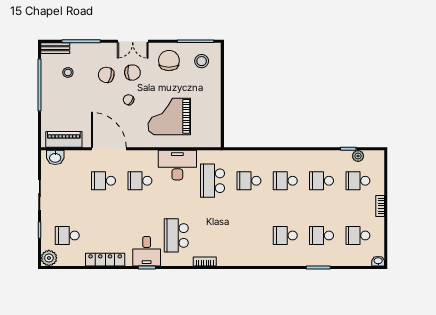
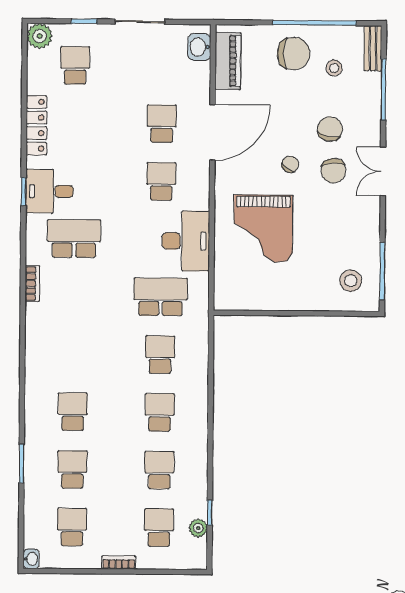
chair: (169, 61) -> (294, 54), moved
grand piano: (169, 116) -> (263, 229), turned 180

